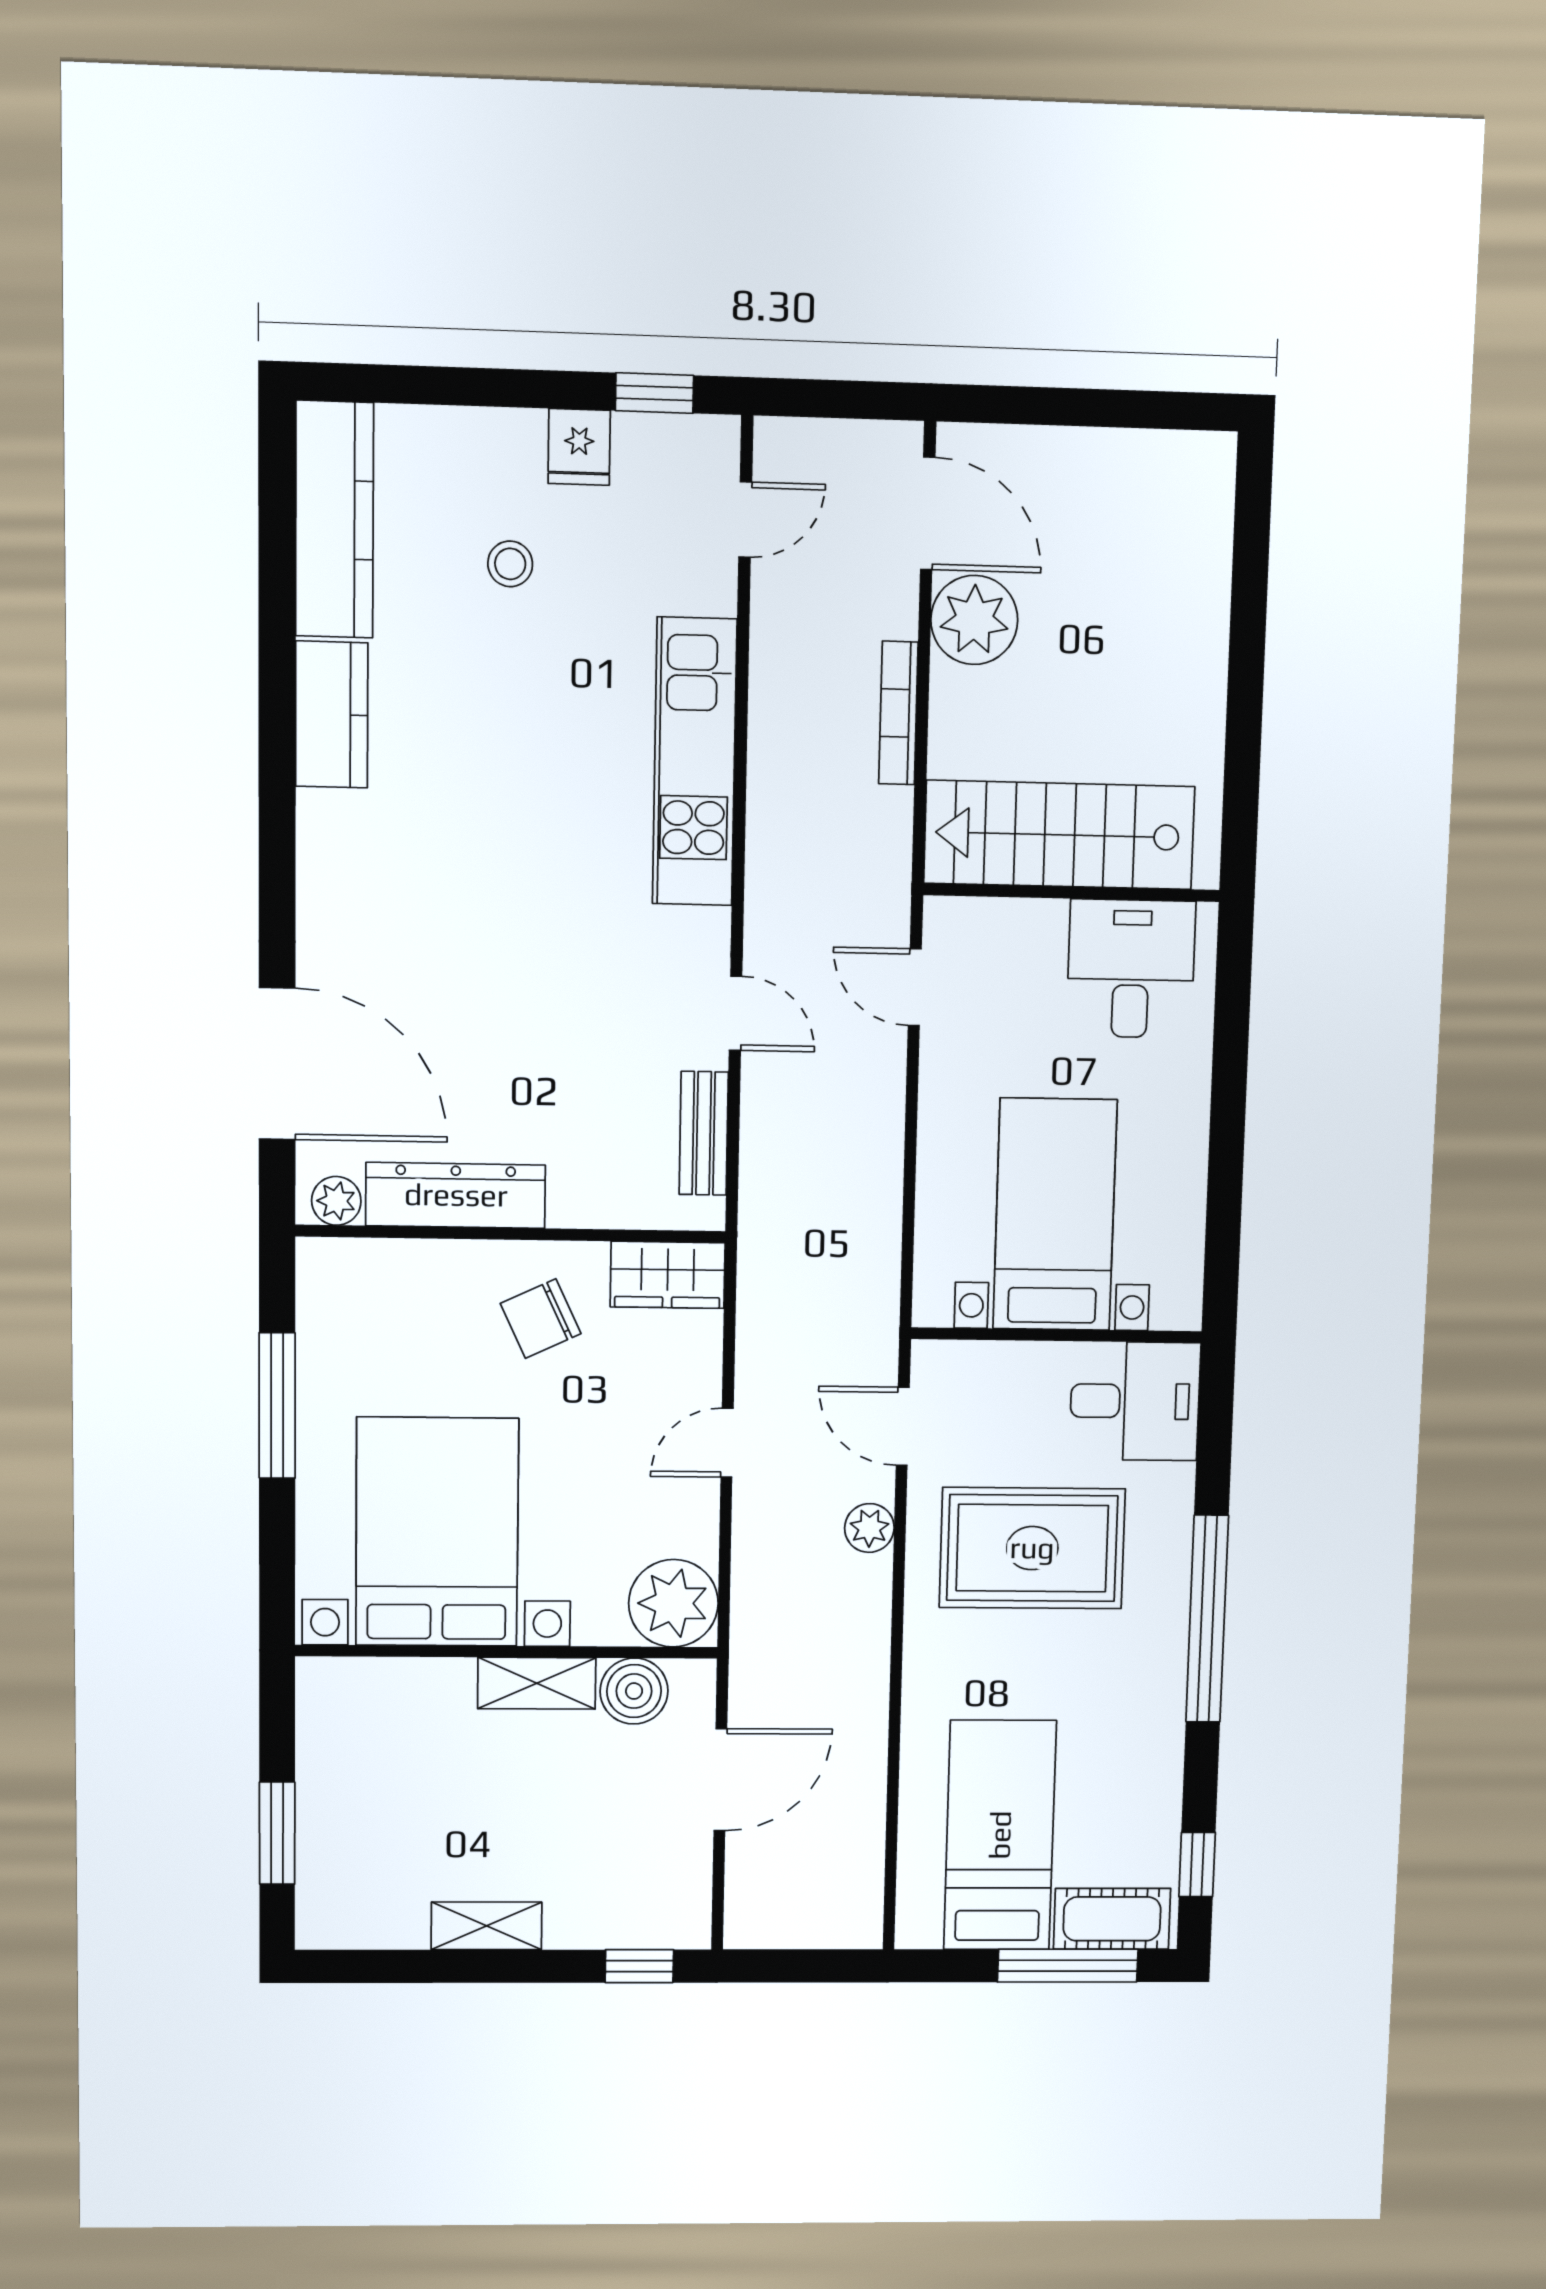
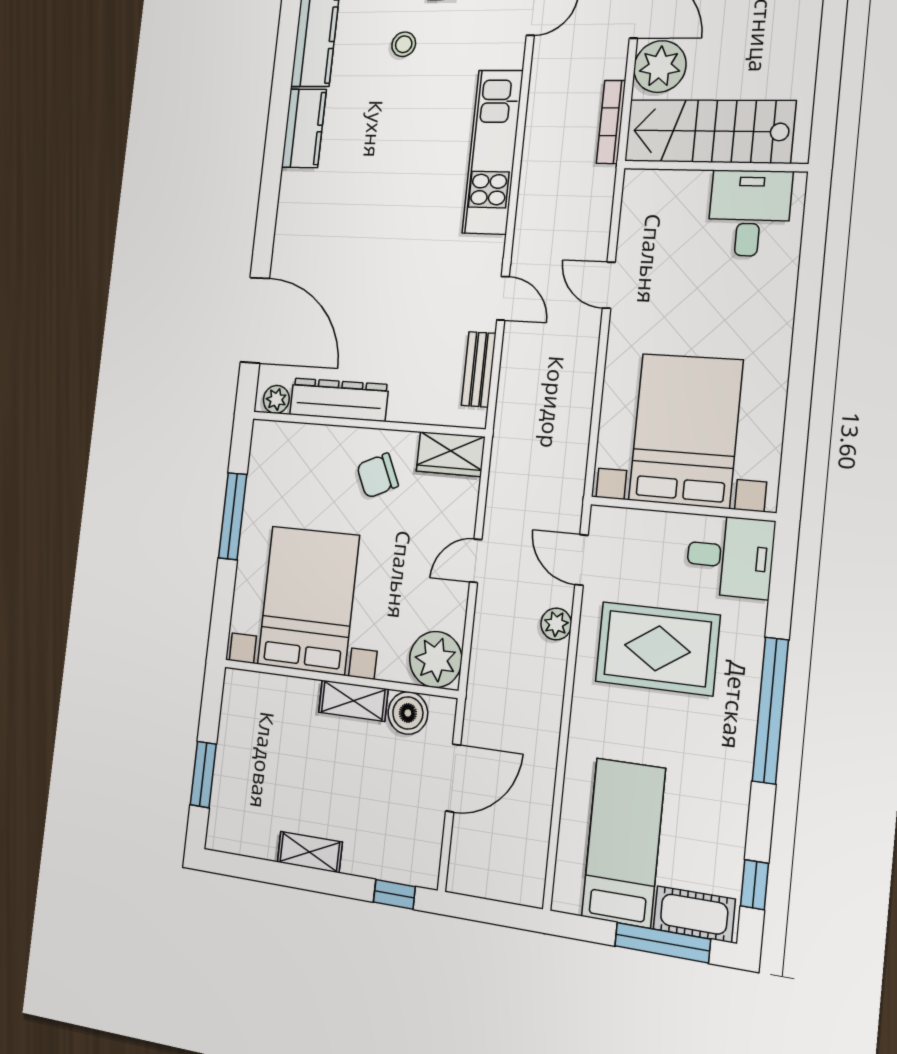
stairs: (1059, 835) -> (709, 131), moved
wall: (1072, 893) -> (715, 166), moved
desk: (1131, 969) -> (749, 213), moved
bed with nightstands: (1055, 1214) -> (686, 430), width x1.36

